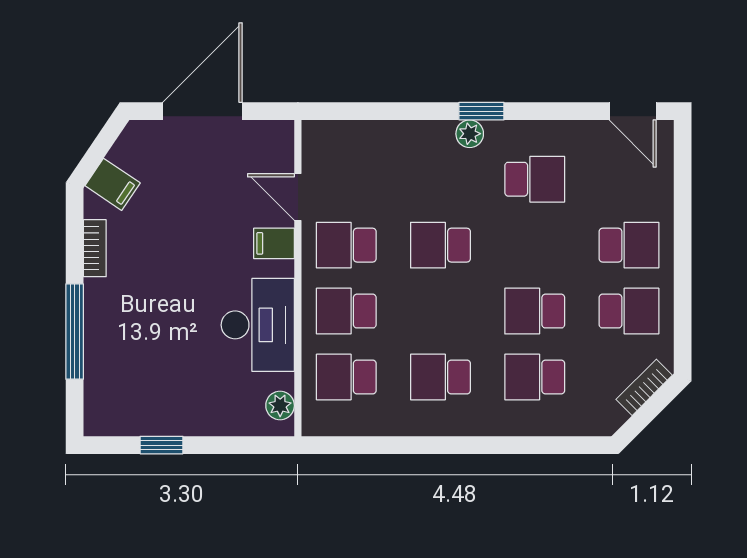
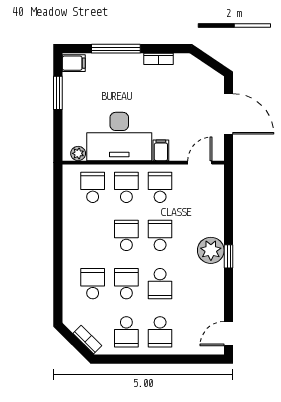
plant: (470, 134) -> (211, 250), width x1.87, depth x1.87
school desk: (535, 179) -> (160, 284), moved
filing cabinet: (113, 184) -> (74, 63), moved, turned -124
door: (298, 197) -> (200, 163), moved
desk: (258, 325) -> (119, 136), width x1.36, depth x1.30
school desk: (441, 377) -> (126, 235), moved
window: (162, 445) -> (58, 93), width x1.50

